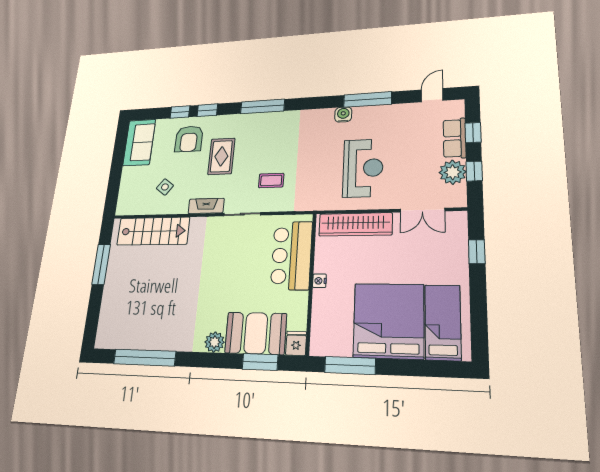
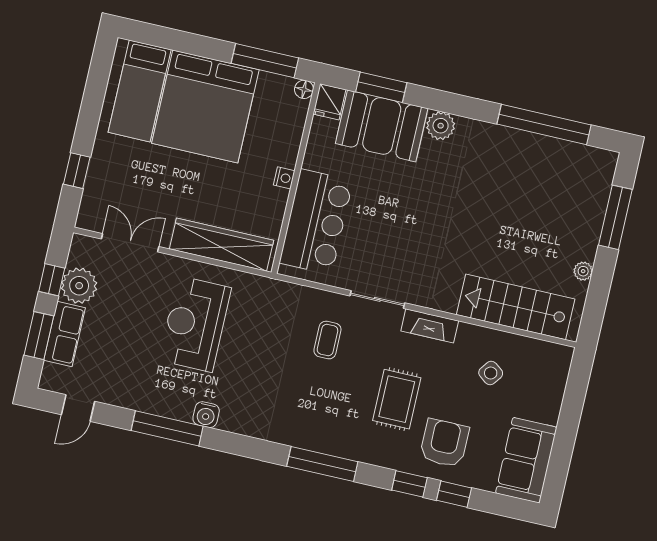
window: (473, 133) -> (39, 336), width x1.50
coffee table: (271, 180) -> (327, 340), turned 90
window: (101, 264) -> (615, 217), moved
plant: (113, 264) -> (583, 271), added
floor lamp: (316, 349) -> (304, 89), added

